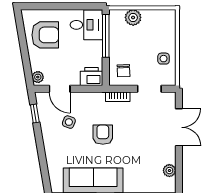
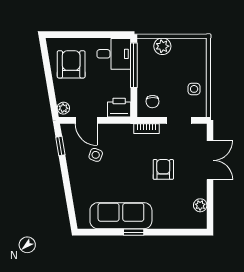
armchair: (45, 35) -> (71, 64), turned -90
armchair: (103, 135) -> (163, 169), moved

